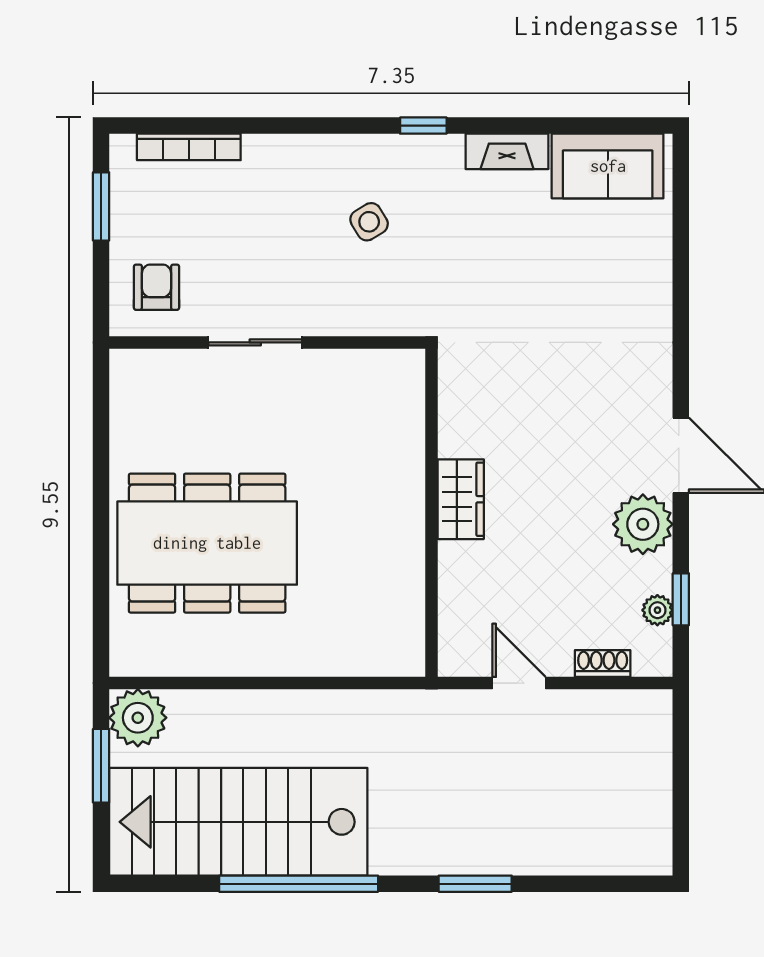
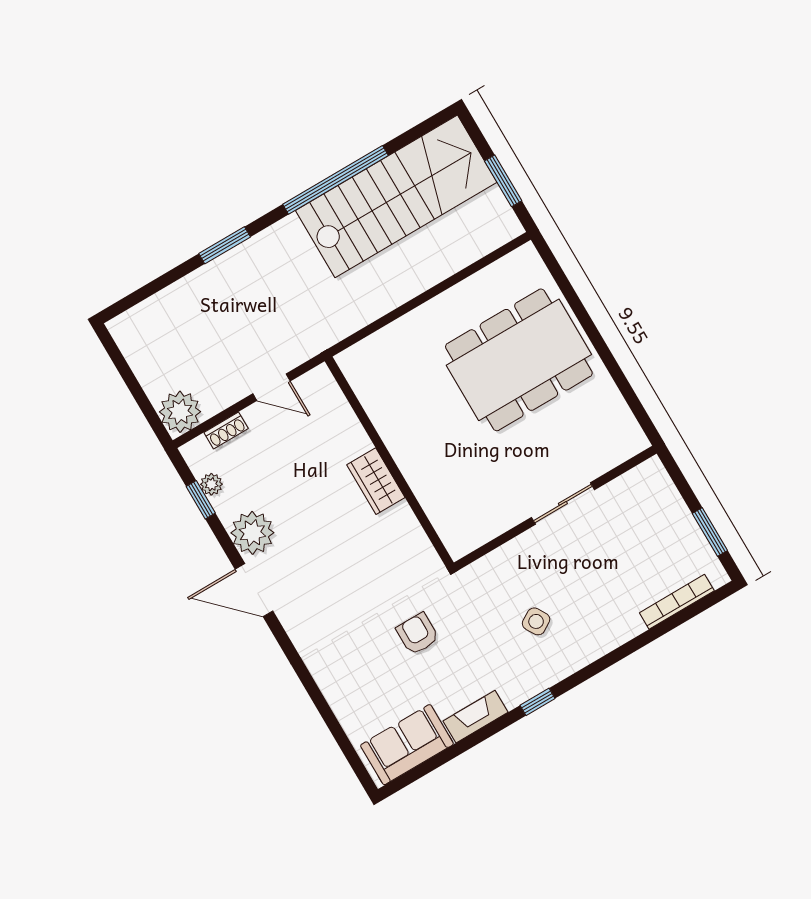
armchair: (156, 287) -> (417, 634), moved, turned 180
plant: (138, 718) -> (180, 412), moved

